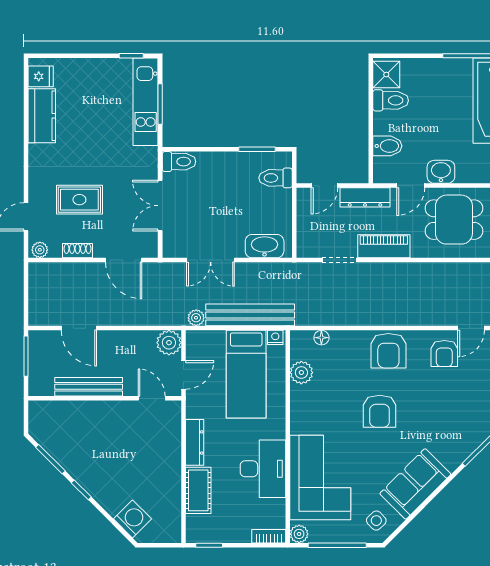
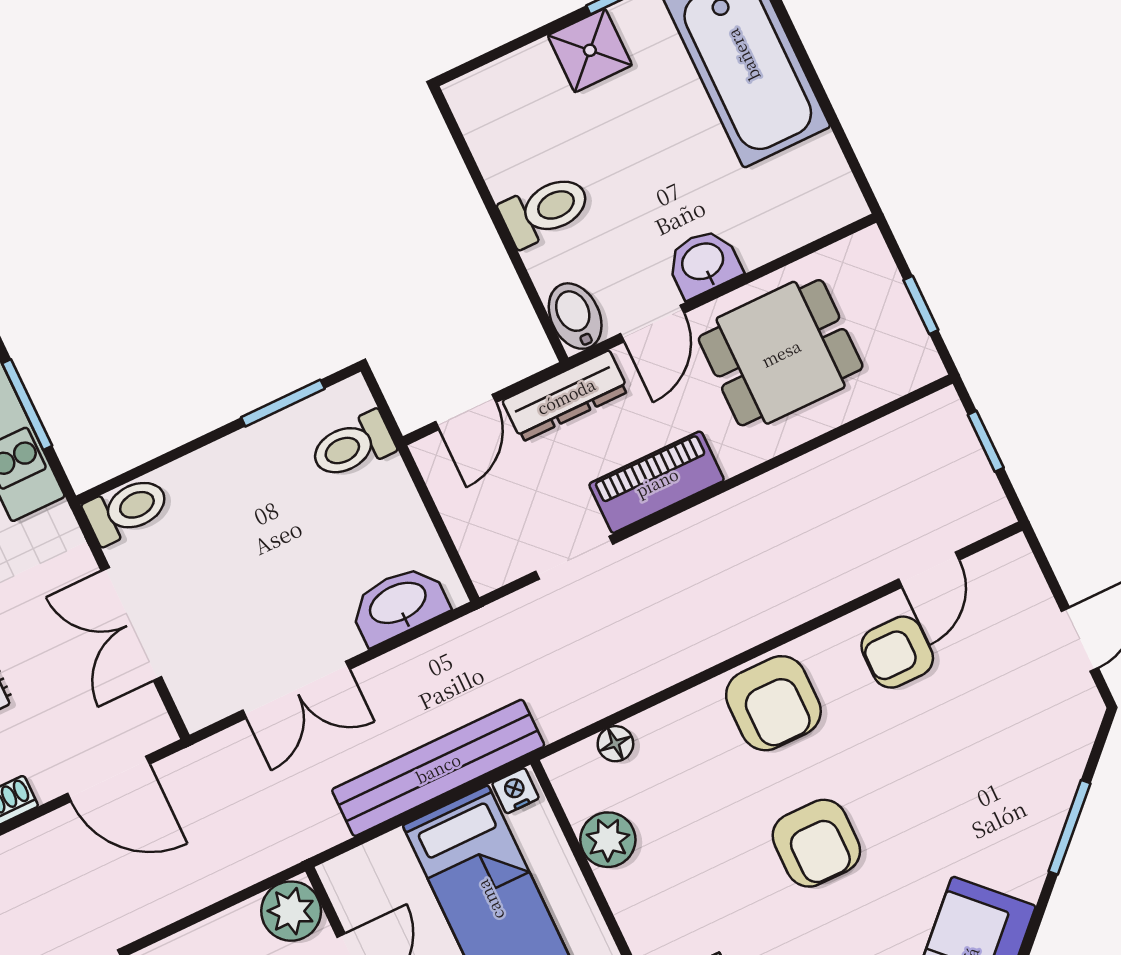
shower: (386, 75) -> (590, 50), moved
toilet: (391, 100) -> (545, 210), moved
bidet: (387, 146) -> (575, 316), moved, turned -90
plant: (196, 318) -> (324, 829), removed
armchair: (444, 354) -> (897, 652), turned 90

